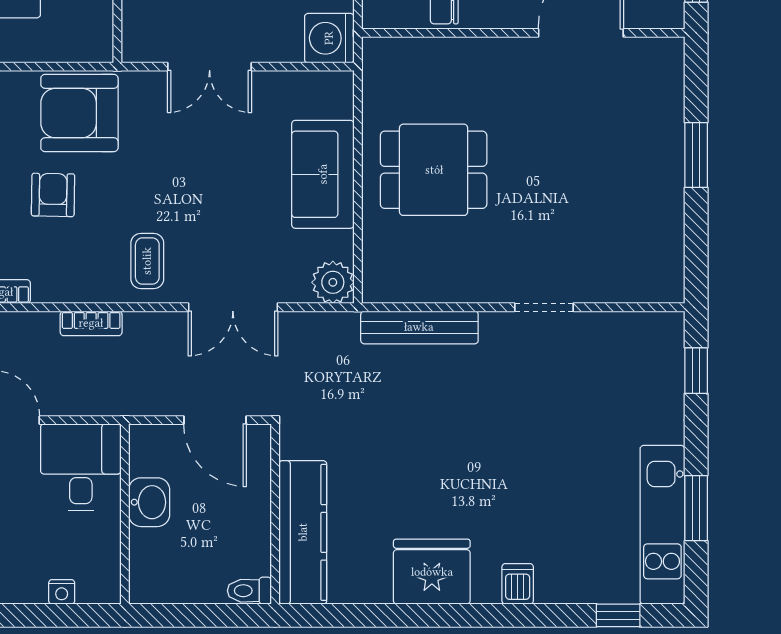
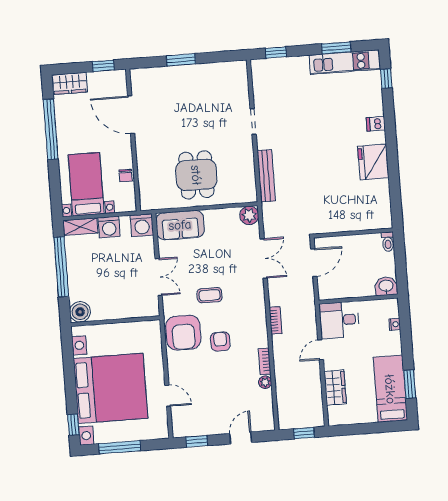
sofa: (323, 174) -> (180, 225), moved
armchair: (53, 195) -> (220, 342), turned 89
coffee table: (147, 261) -> (209, 295), moved
washbasin: (149, 502) -> (386, 286), moved
kitchen counter: (303, 532) -> (360, 220), removed

